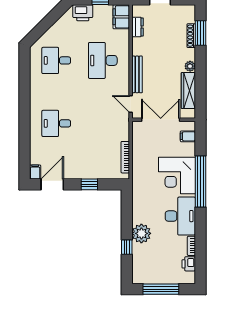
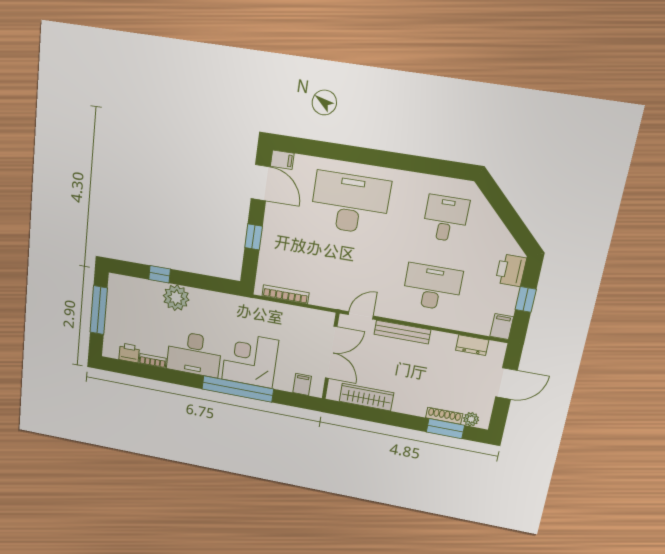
filing cabinet: (121, 17) -> (502, 326), width x0.50
plant: (190, 66) -> (471, 419), moved
desk: (56, 123) -> (350, 203), width x1.87, depth x1.30

